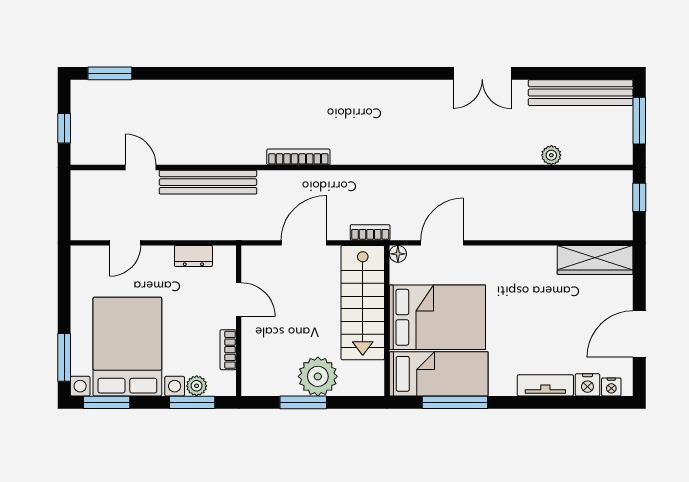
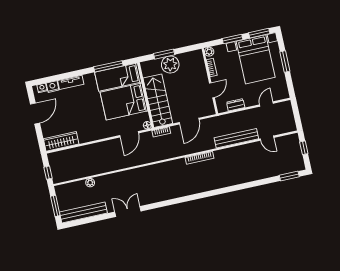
door: (239, 300) -> (212, 90), swing flipped
window: (64, 357) -> (285, 61), moved
plant: (197, 386) -> (209, 52), moved
window: (192, 402) -> (233, 39), moved
window: (303, 402) -> (164, 54), moved

